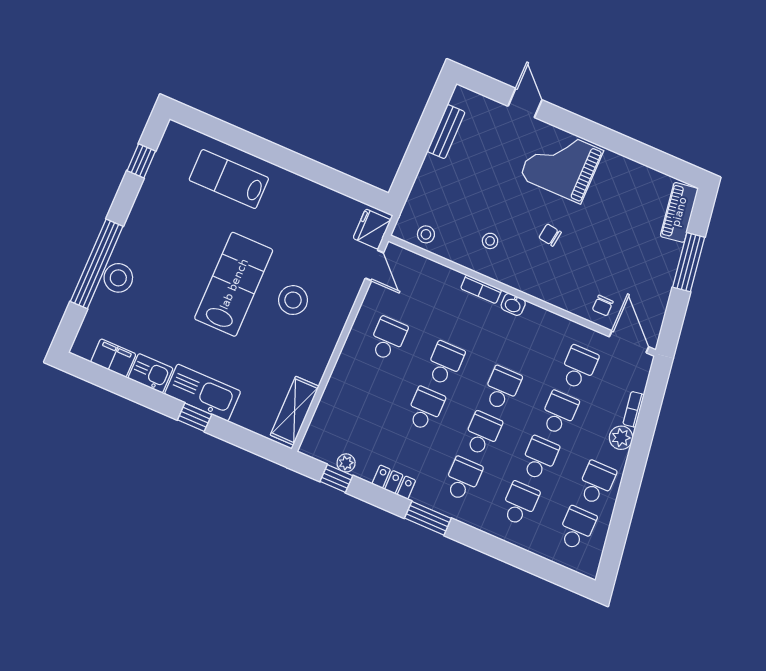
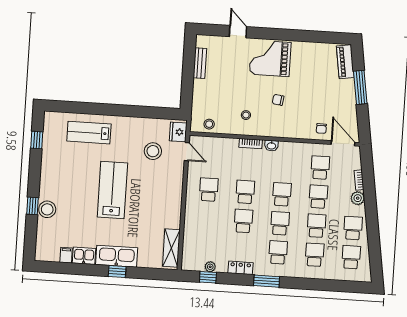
window: (97, 264) -> (32, 206), width x0.32
stool: (293, 300) -> (153, 151), moved
filing cabinet: (113, 358) -> (66, 255), width x0.50

